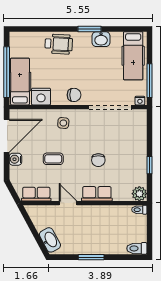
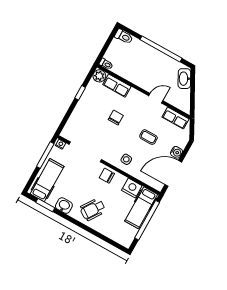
window: (89, 29) -> (45, 205), moved
wheelchair: (59, 44) -> (93, 209), moved, turned -59
row of seats: (97, 194) -> (117, 86), moved
door: (68, 203) -> (156, 98), swing flipped
window: (91, 257) -> (161, 49), width x2.11

